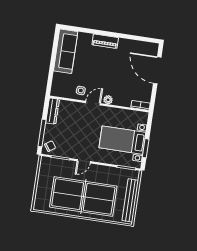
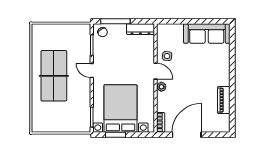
piano: (105, 41) -> (224, 100), moved
door: (157, 70) -> (187, 135), moved
bed with nightstands: (122, 140) -> (121, 109), width x1.36
table tennis table: (83, 197) -> (54, 76), width x0.73, depth x0.76
bench: (130, 200) -> (57, 127), removed

